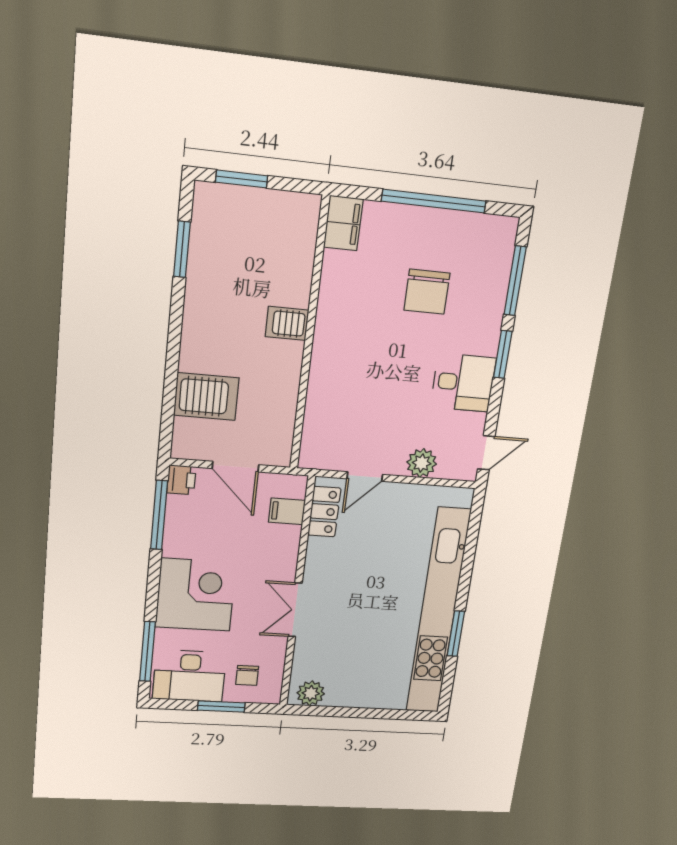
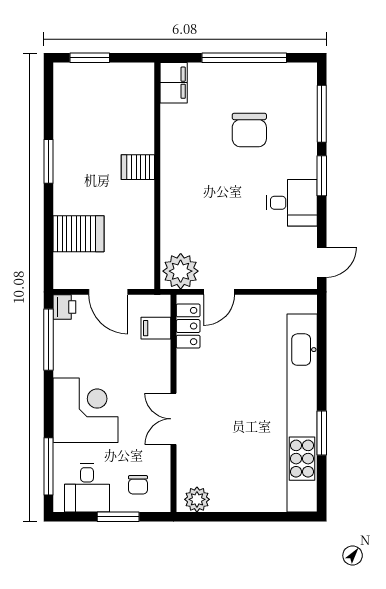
window: (182, 249) -> (48, 161), moved
plant: (422, 463) -> (181, 271), moved, width x1.36, depth x1.36
desk: (189, 676) -> (87, 488), width x0.73

